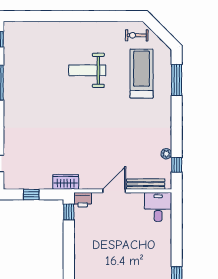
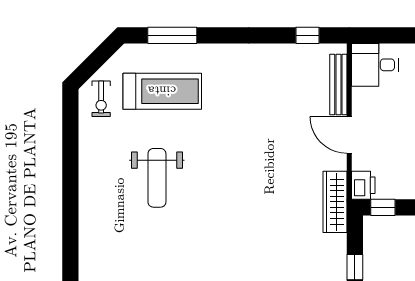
treadmill: (142, 74) -> (162, 91), turned 180
plant: (166, 154) -> (290, 52), removed
wardrobe: (66, 182) -> (335, 202), width x1.50

